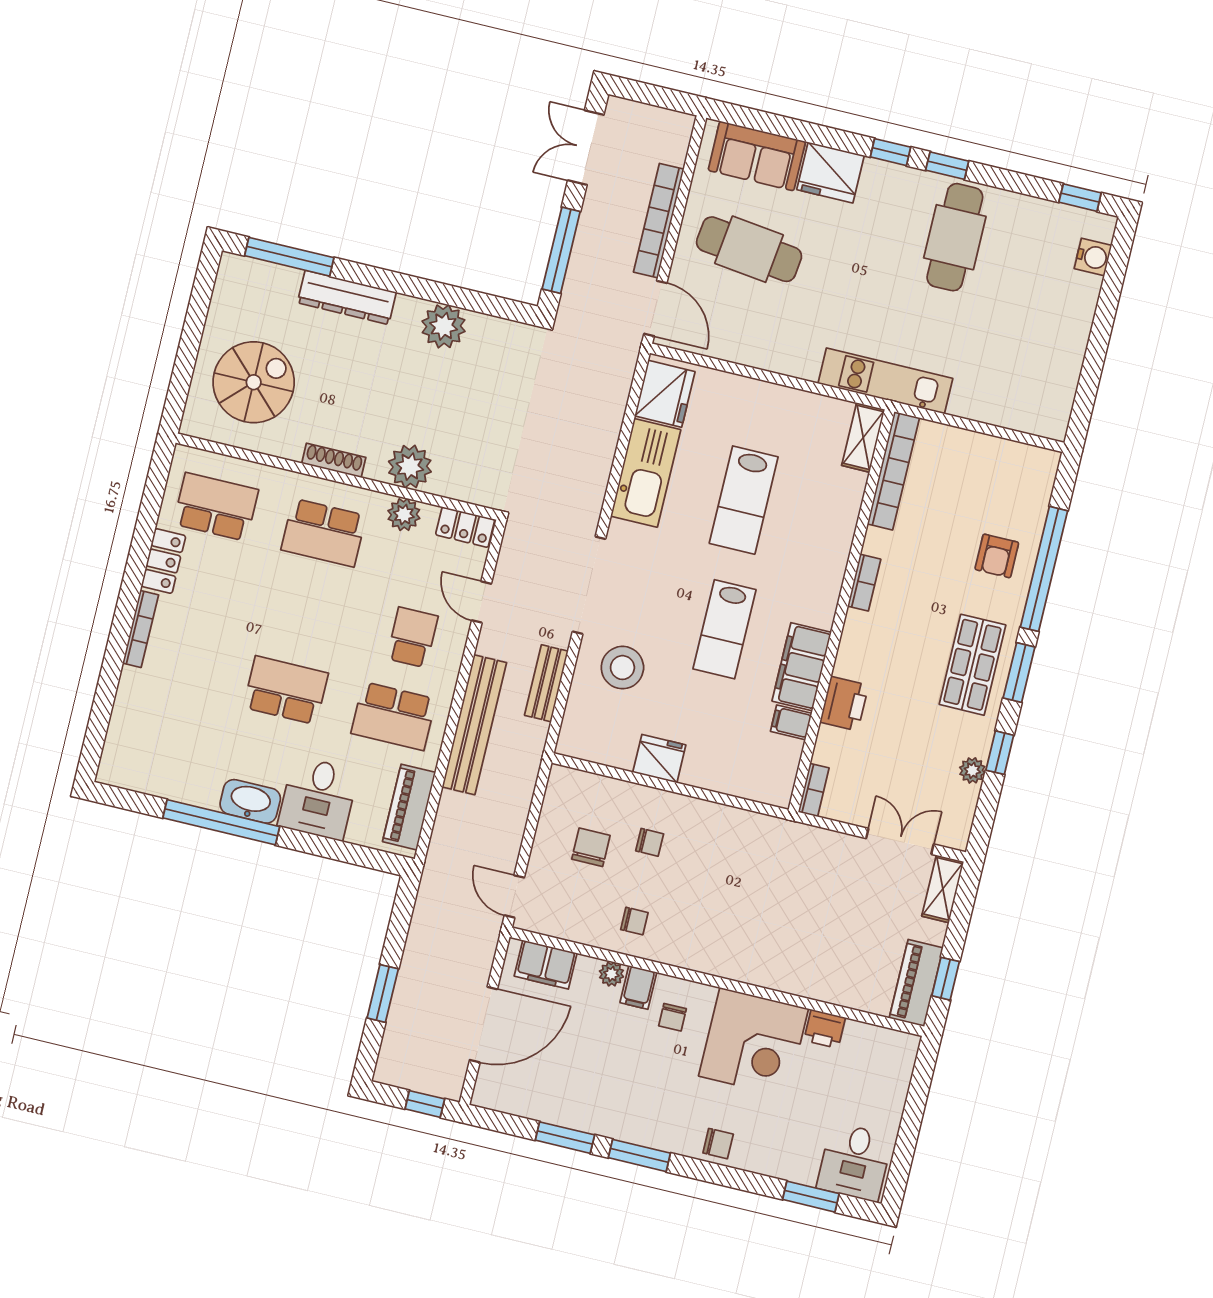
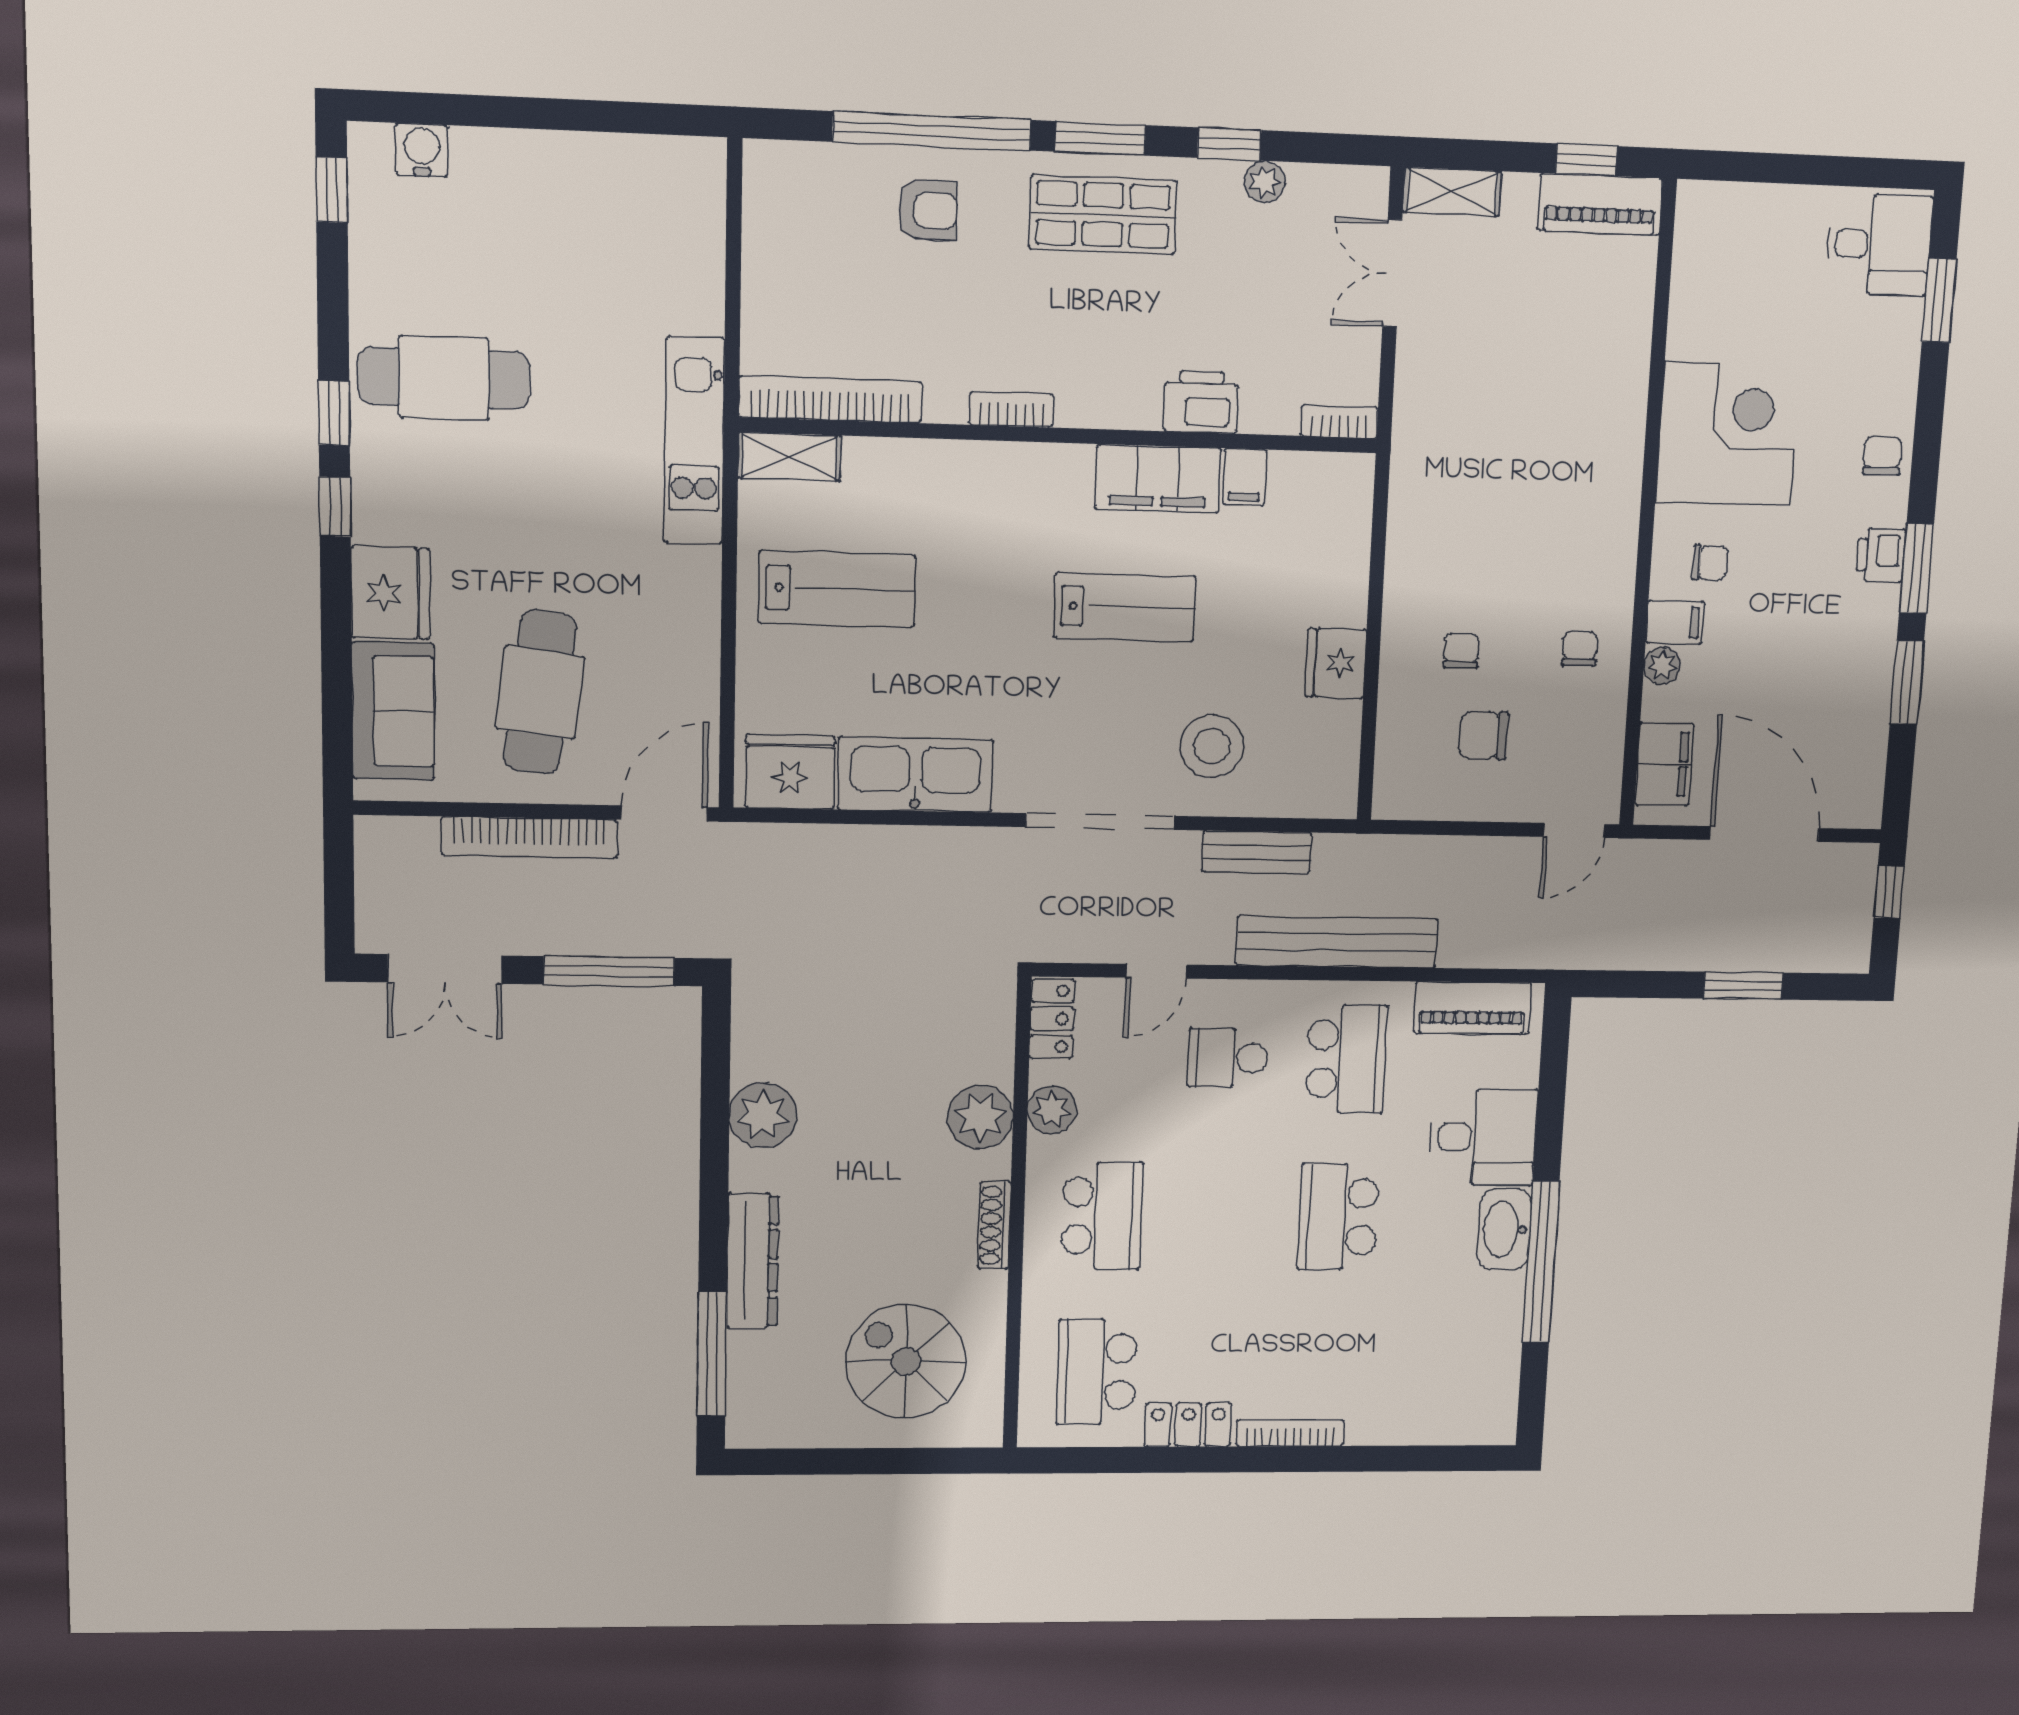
lab bench: (744, 500) -> (837, 589), moved
printer: (825, 1029) -> (1881, 555), moved, turned 180

